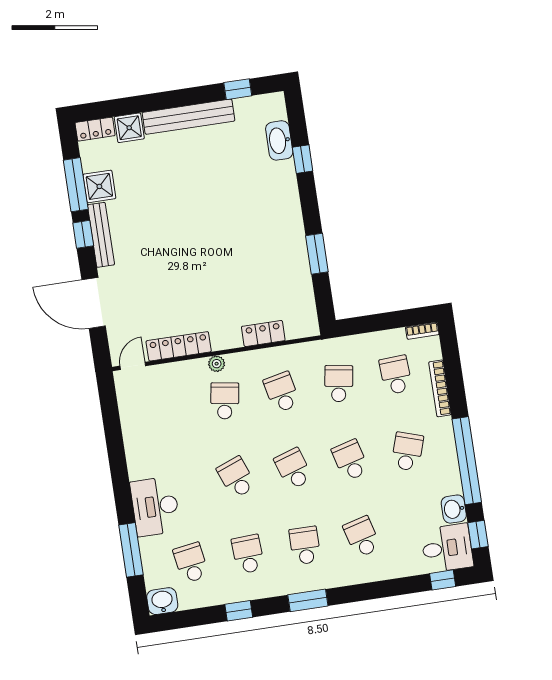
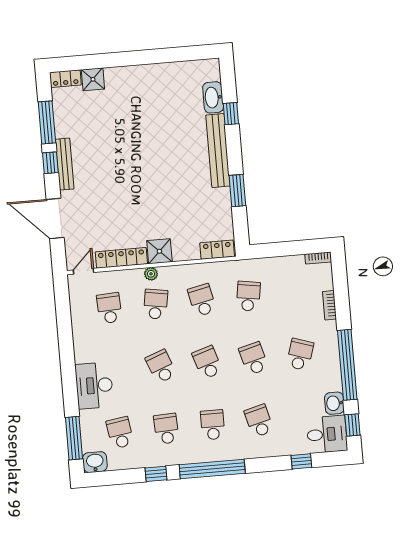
window: (238, 89) -> (182, 54), removed
bench: (188, 117) -> (218, 151), moved, turned 90
shower: (99, 186) -> (159, 251), moved
locker: (263, 334) -> (217, 250), moved
school desk: (396, 375) -> (109, 308), moved
bookcase: (440, 388) -> (329, 305), width x0.64
window: (131, 550) -> (74, 438), moved
window: (443, 580) -> (301, 461), moved
window: (308, 600) -> (212, 469), width x2.11

